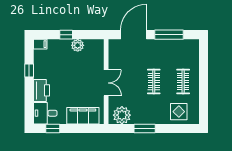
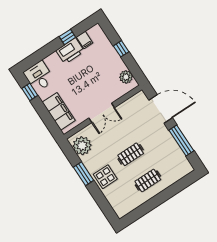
filing cabinet: (40, 44) -> (85, 40), moved
plant: (78, 45) -> (126, 77), moved
printer: (41, 90) -> (70, 51), moved
display table: (179, 112) -> (105, 177), moved

